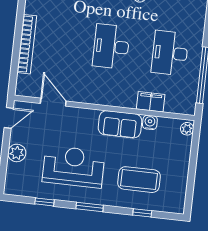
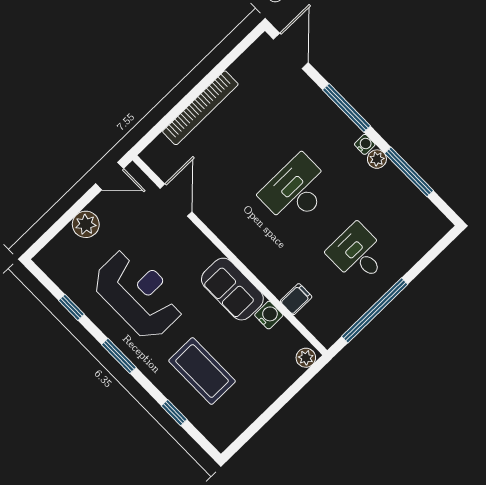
desk: (170, 53) -> (358, 254), width x0.73
filing cabinet: (151, 102) -> (296, 299), width x0.50

